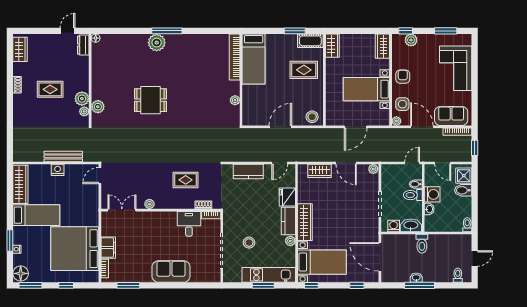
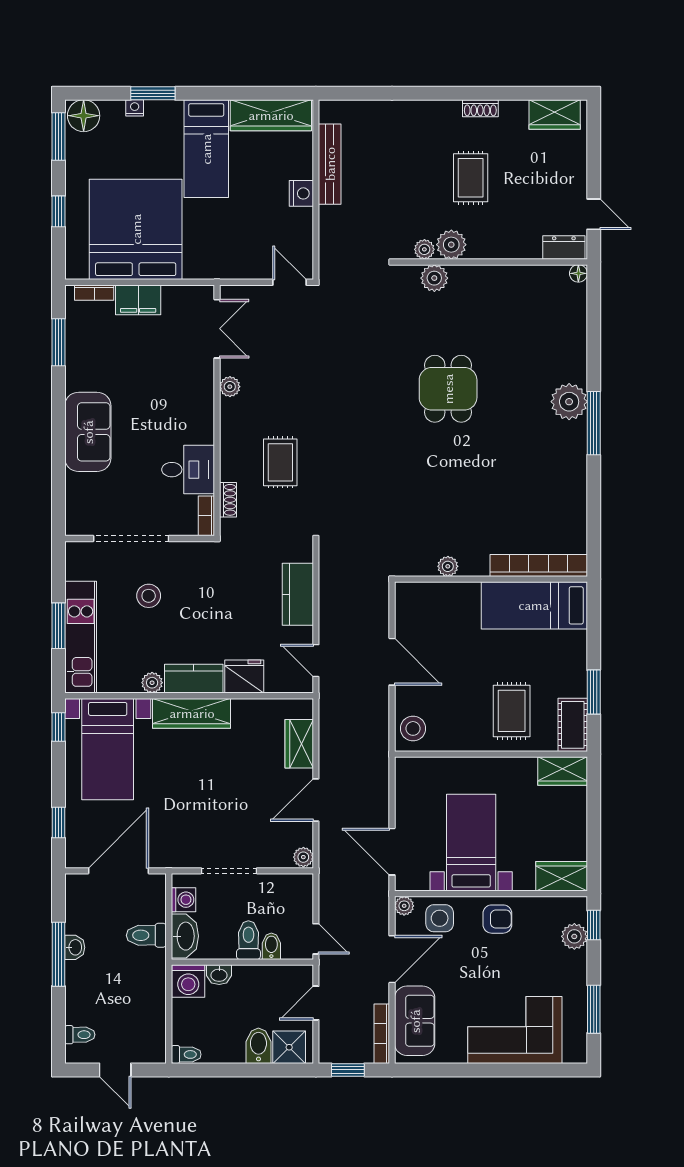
door: (356, 127) -> (392, 852), moved
bench: (63, 156) -> (330, 164), moved
washing machine: (432, 194) -> (188, 981), moved
toilet: (422, 244) -> (146, 935), moved

